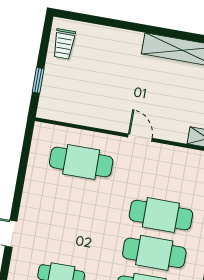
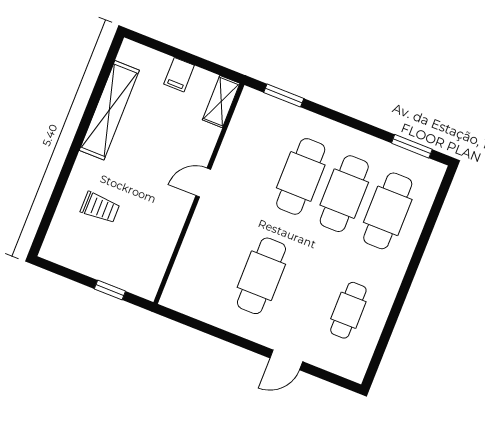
trolley: (64, 44) -> (100, 208), moved
cafe table: (81, 162) -> (261, 276), moved

